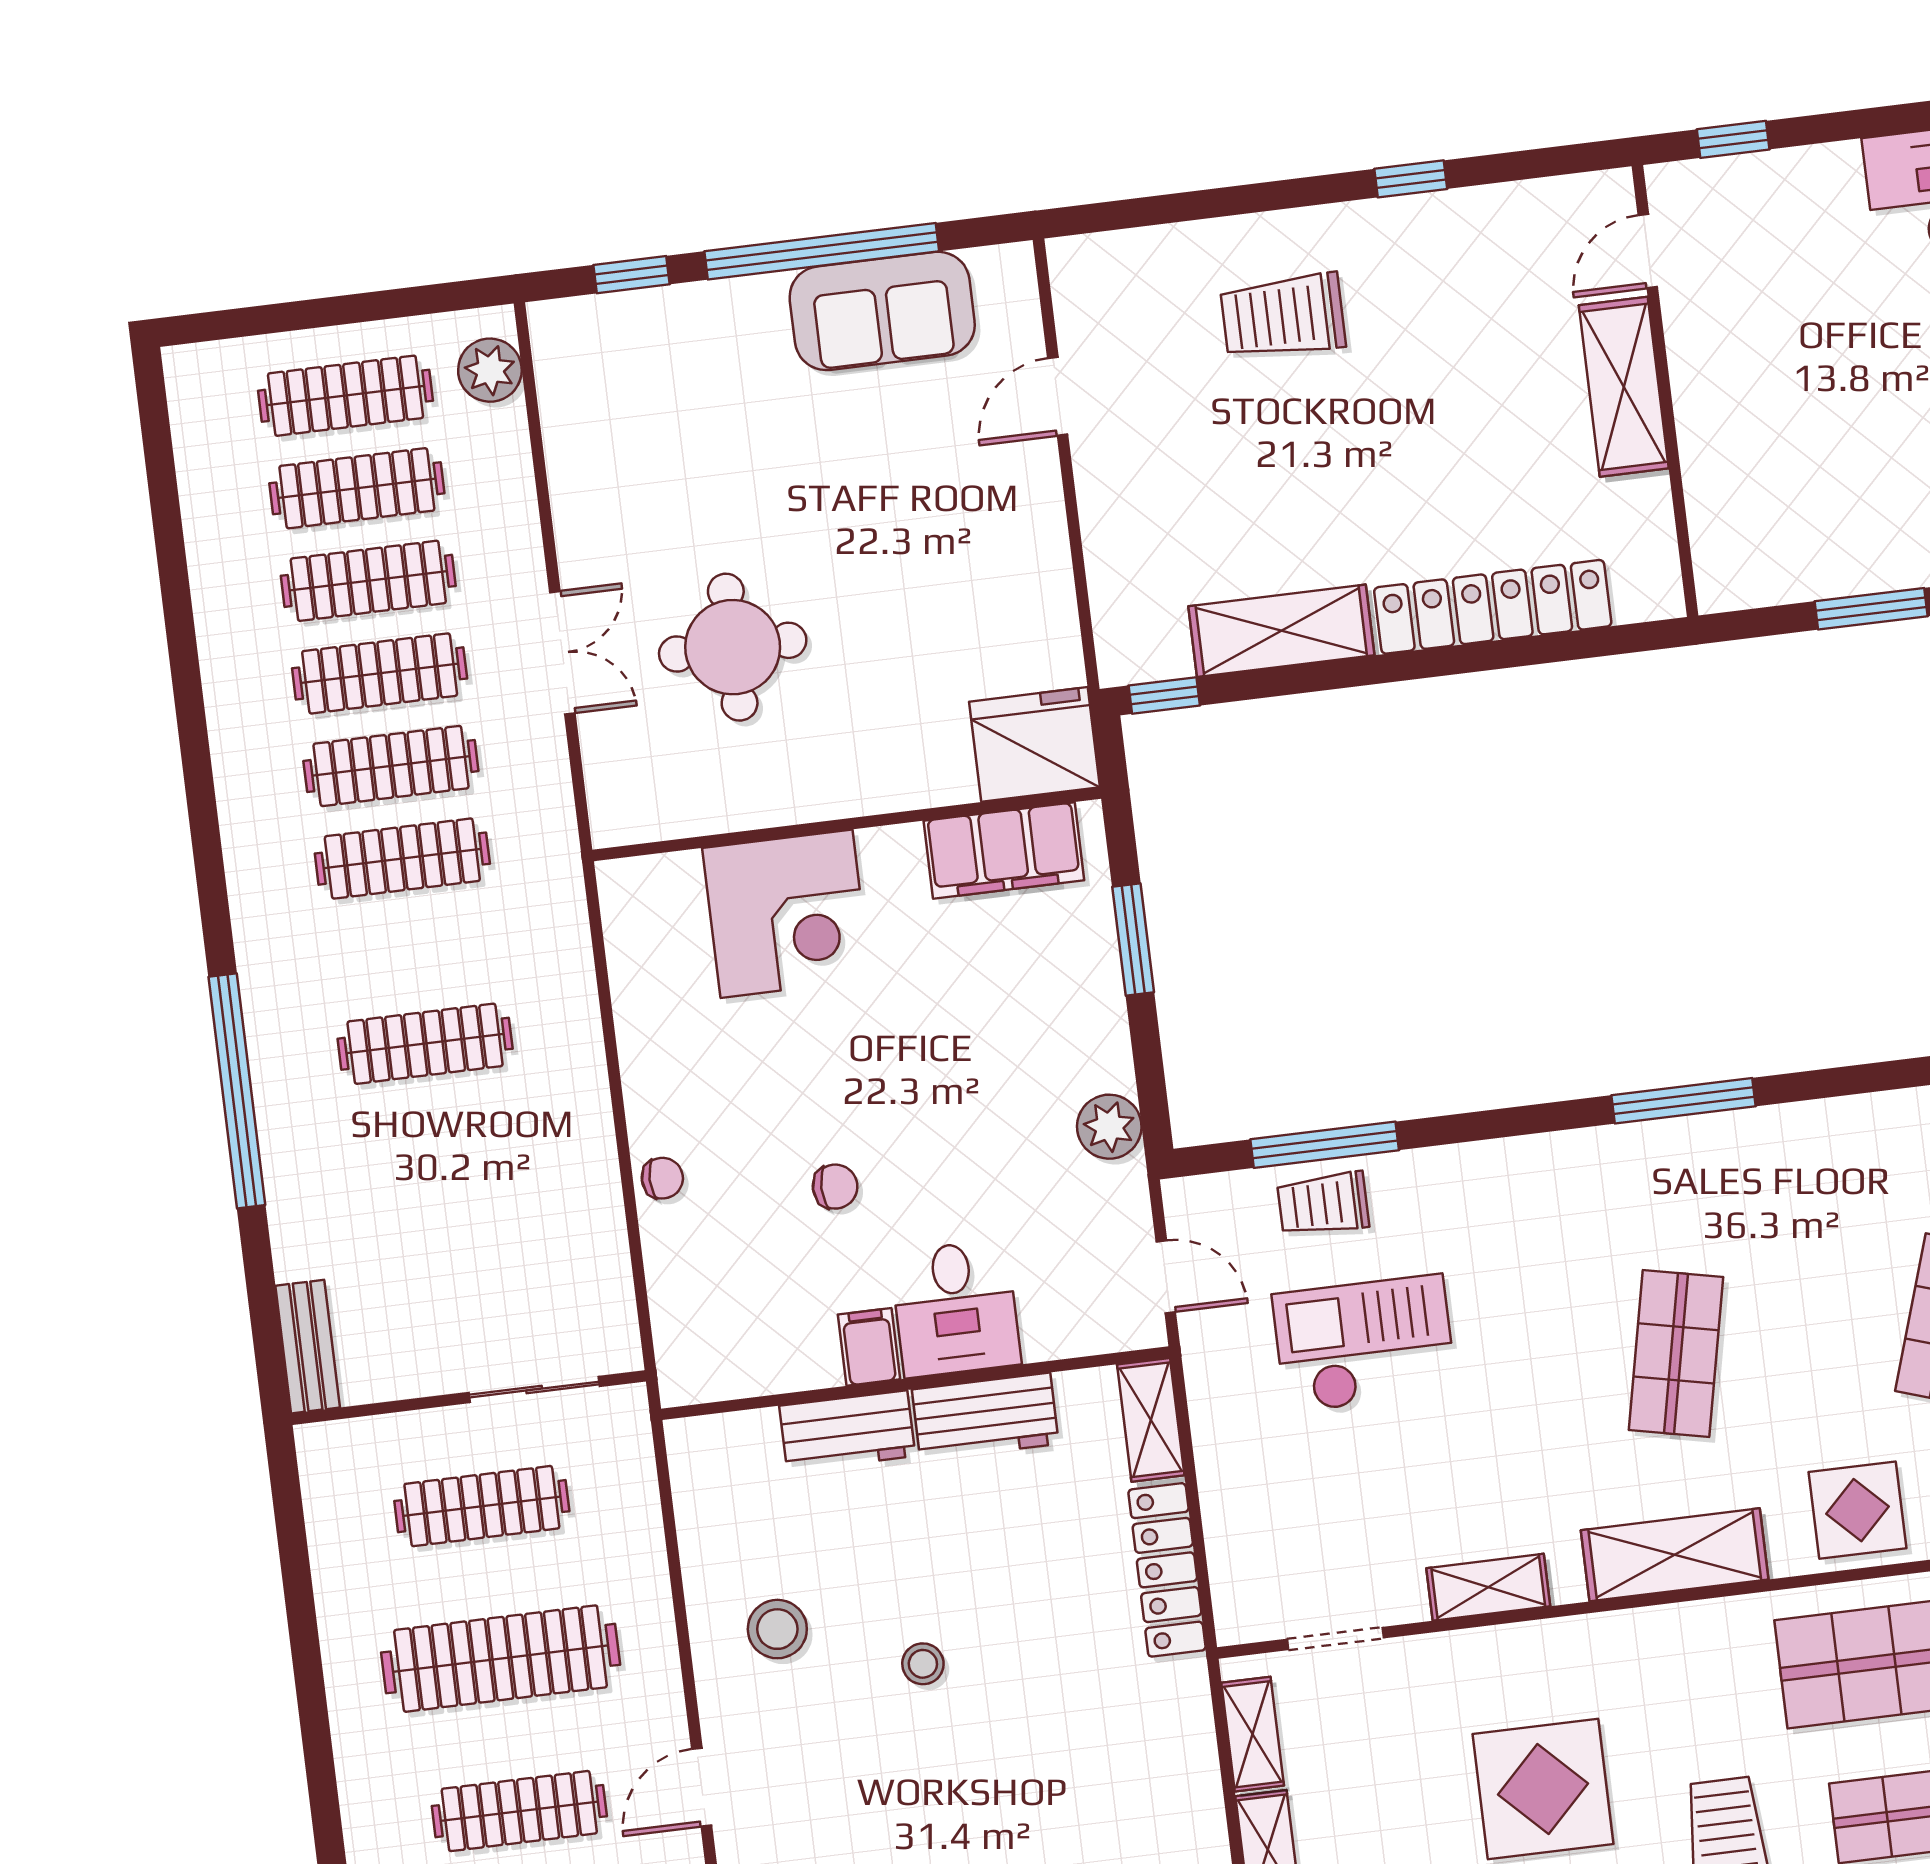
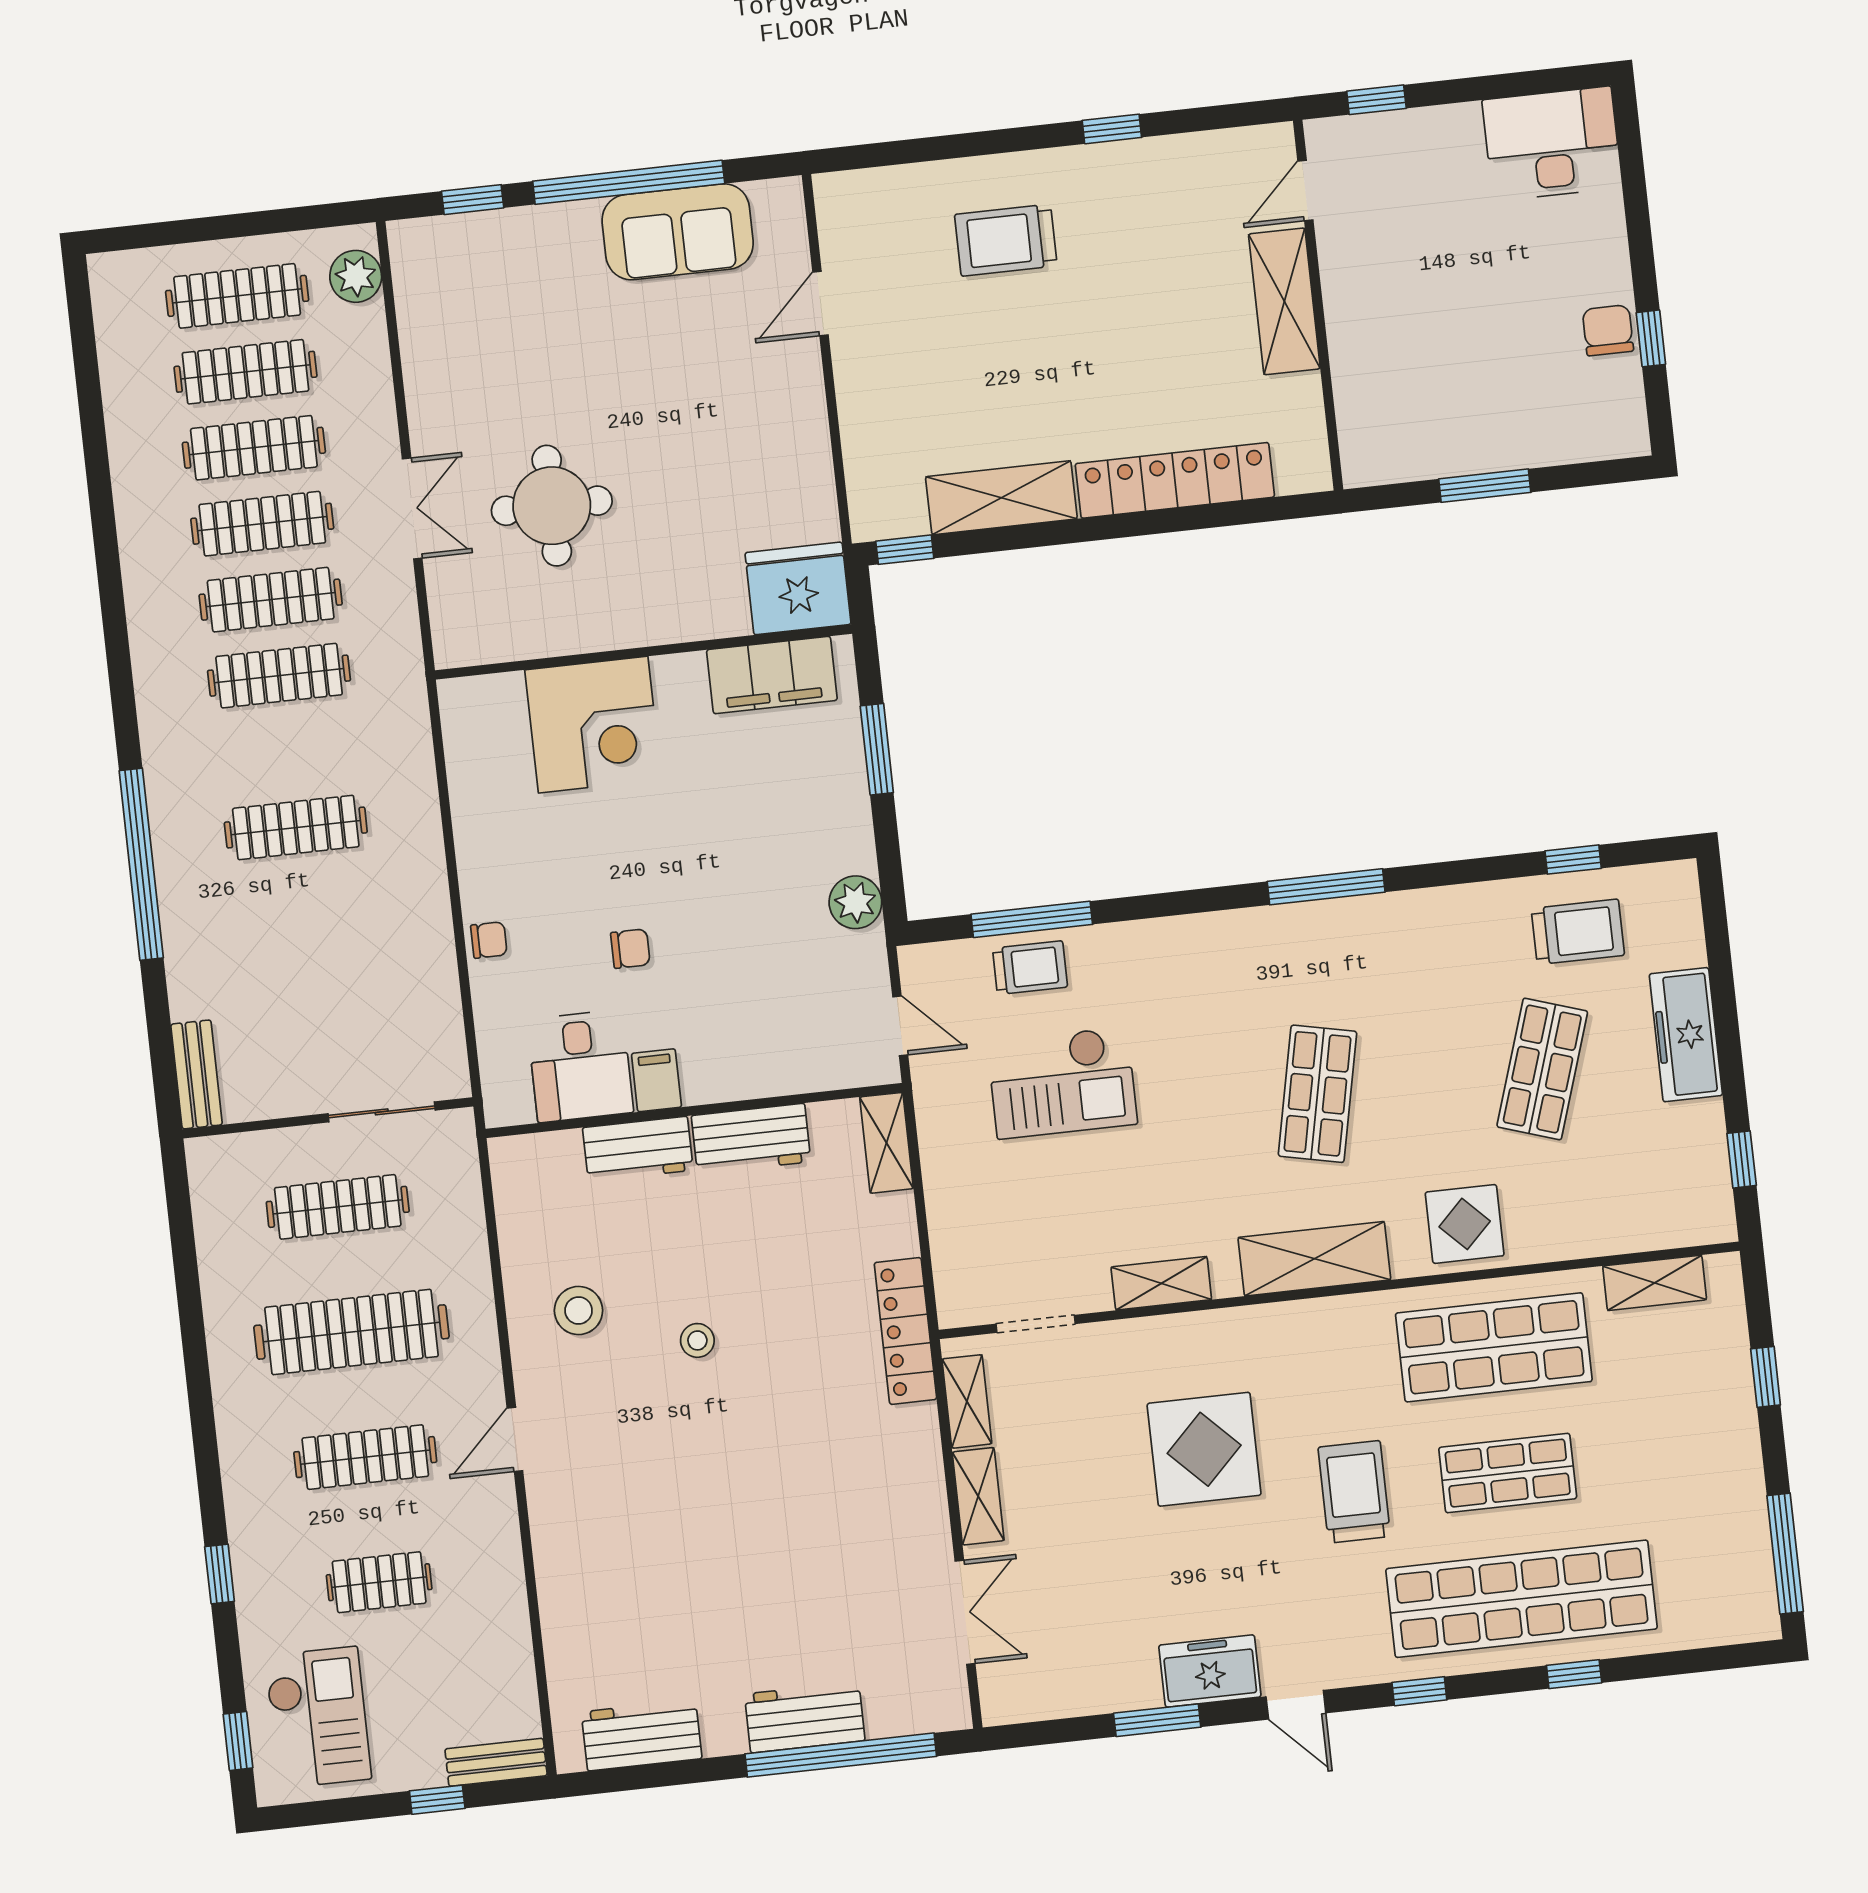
trolley: (1323, 1204) -> (1030, 968), turned 180
desk: (956, 1308) -> (580, 1066), moved
checkout: (1364, 1344) -> (1062, 1083), turned 180
locker: (1167, 1570) -> (905, 1331), moved

